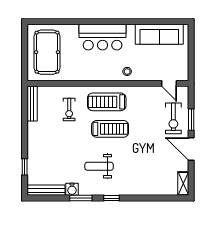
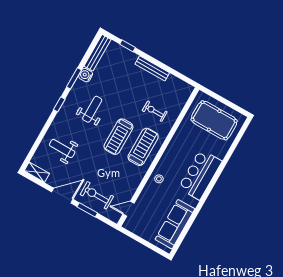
bench: (32, 104) -> (152, 68), moved
weight bench: (149, 173) -> (62, 148), added

